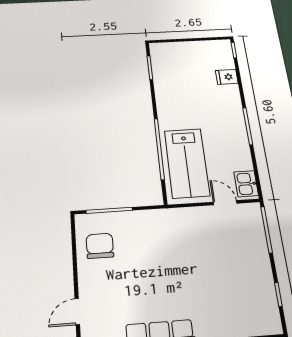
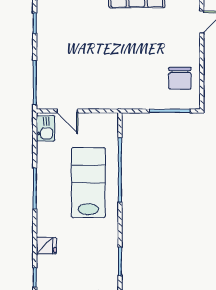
lab bench: (187, 163) -> (88, 183), moved

